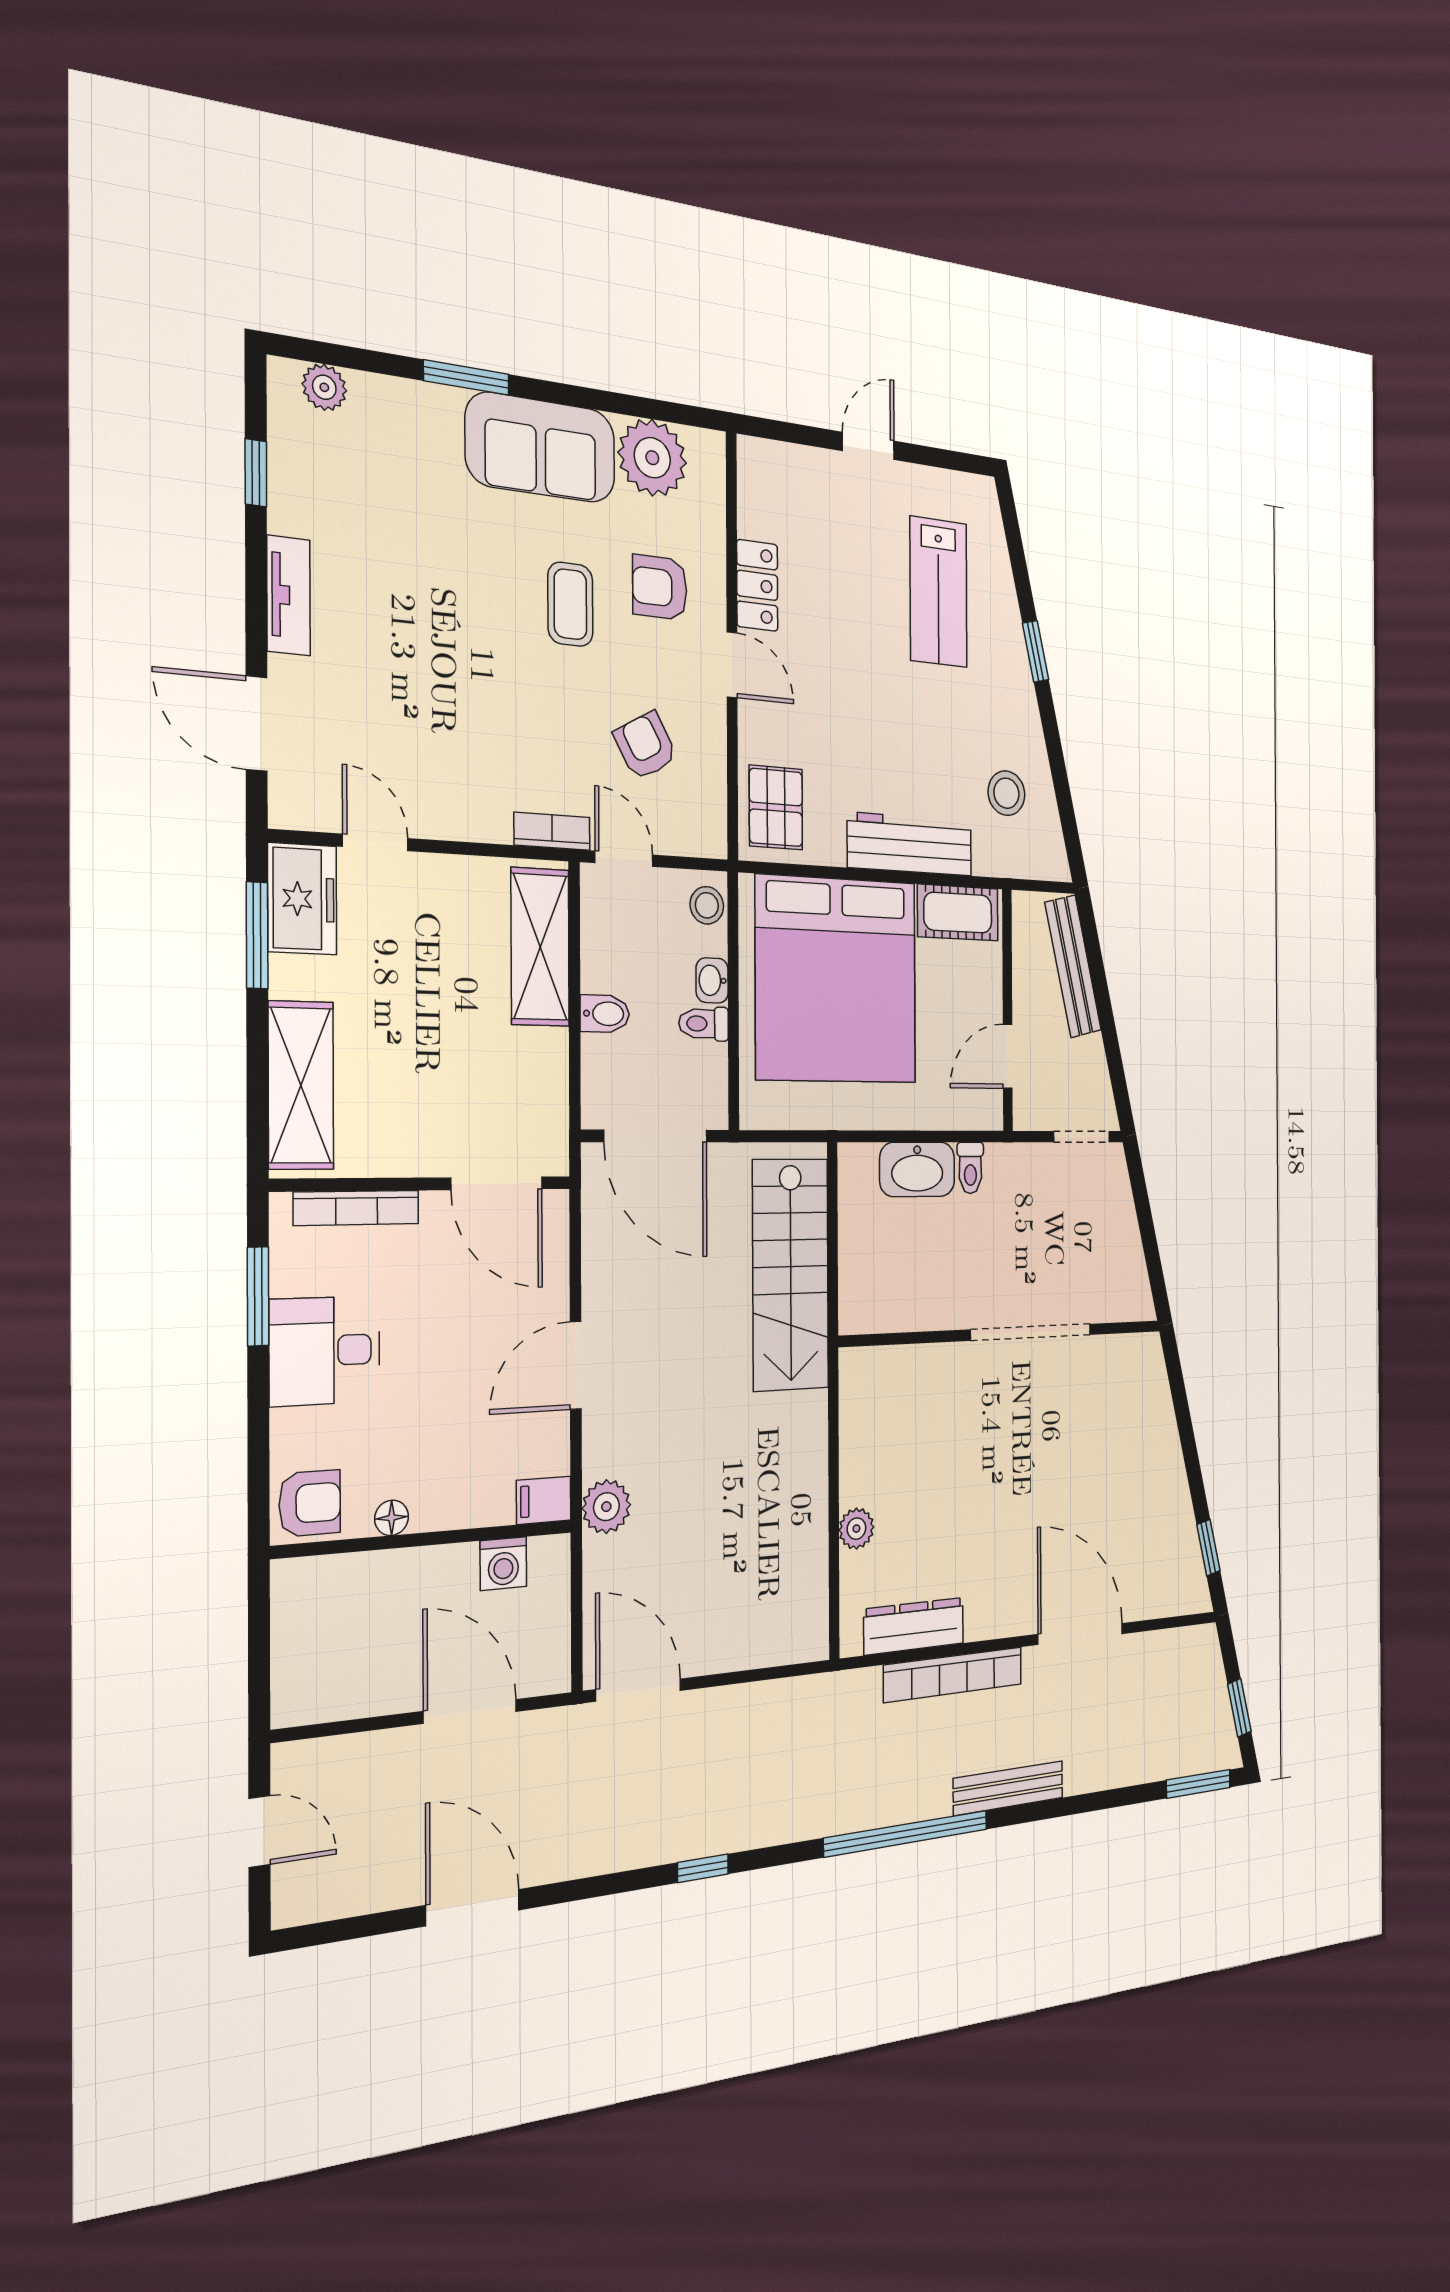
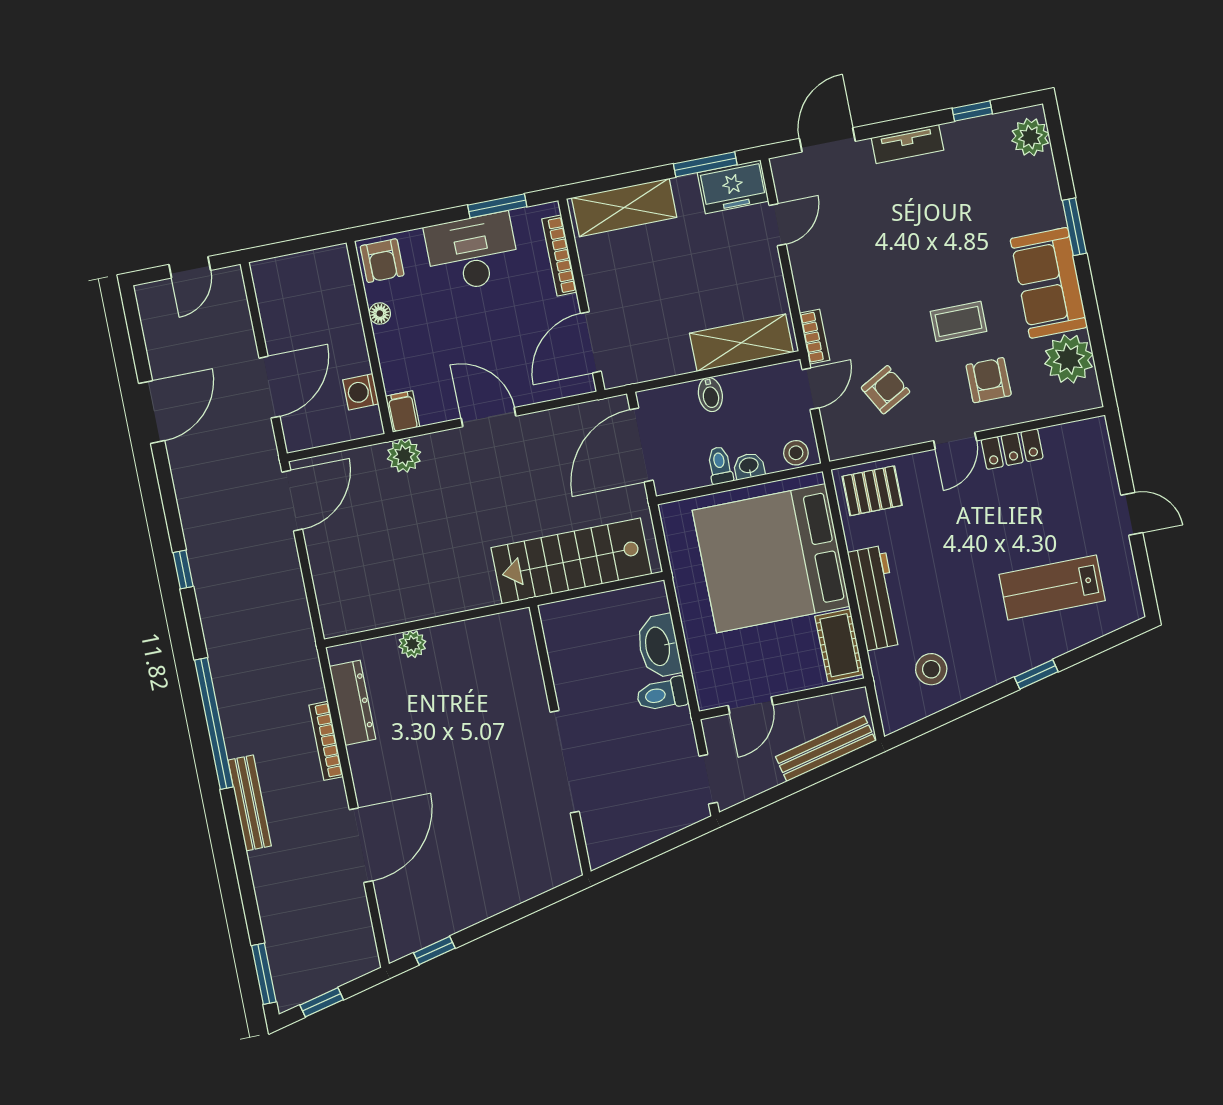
plant: (324, 387) -> (1030, 137), width x1.38, depth x1.38
door: (1008, 1056) -> (751, 705), swing flipped
toilet: (970, 1168) -> (662, 694), width x1.37, depth x1.39
desk: (325, 1351) -> (472, 253), width x1.37
bookcase: (953, 1675) -> (326, 741), width x0.68, depth x0.76

